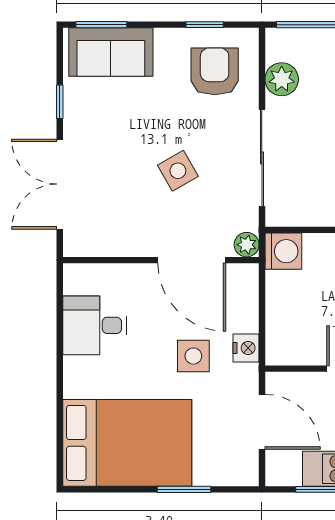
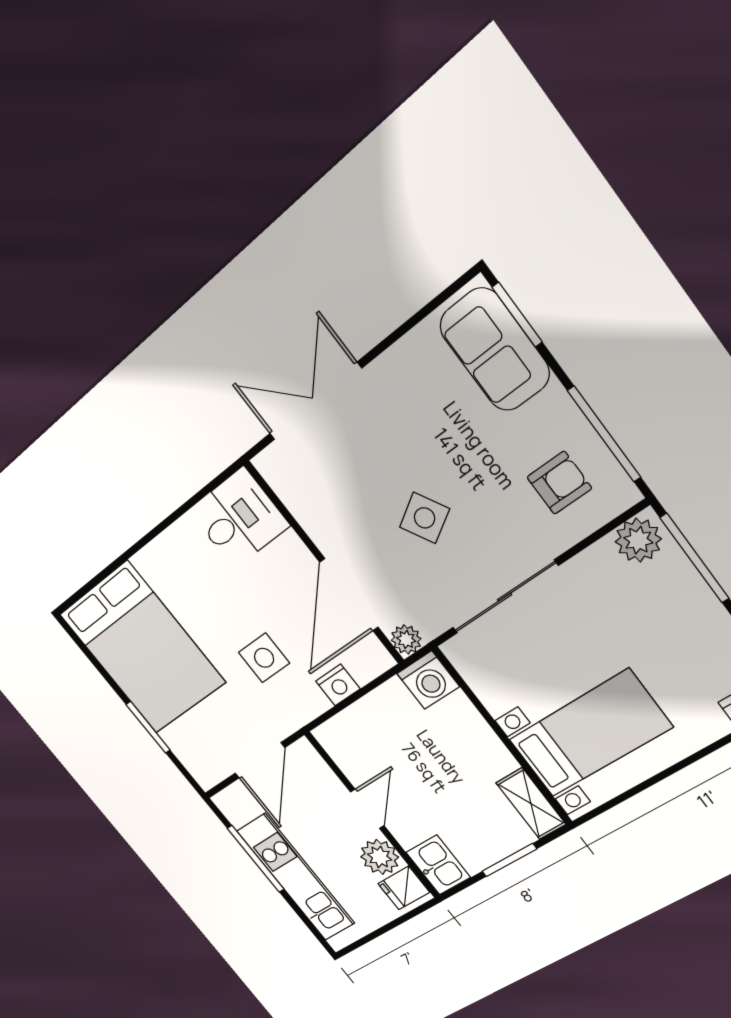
window: (205, 25) -> (604, 434), width x2.17
armchair: (215, 71) -> (559, 483), width x0.72, depth x0.72
plant: (282, 79) -> (638, 540), moved
window: (60, 102) -> (398, 334), removed
desk: (95, 325) -> (239, 518), moved, turned 90
nightstand: (246, 348) -> (338, 685), moved

